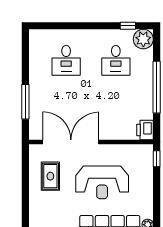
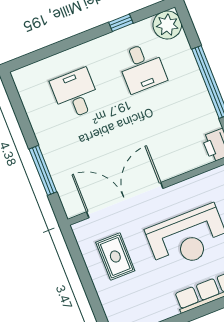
window: (128, 26) -> (121, 23), moved
desk: (66, 60) -> (75, 94), turned 180

